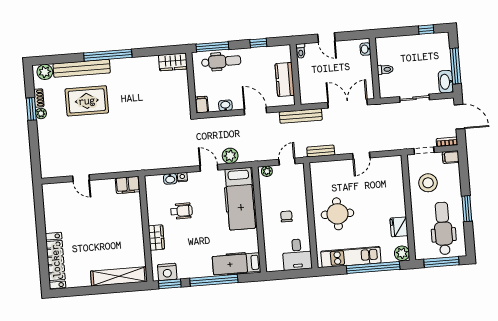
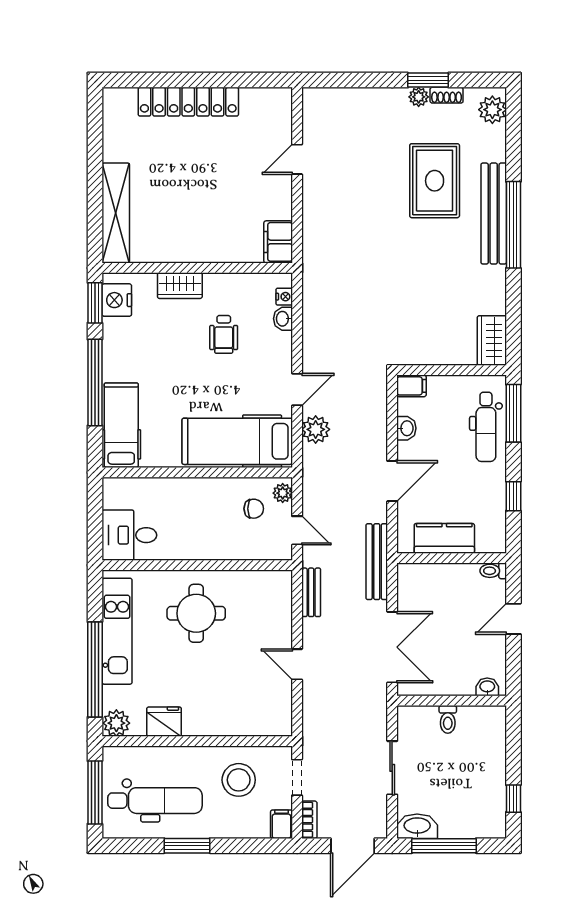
bench: (82, 68) -> (494, 214), moved
nightstand: (182, 177) -> (284, 297), moved
chair: (286, 216) -> (254, 509), moved
locker: (56, 261) -> (188, 102), moved

